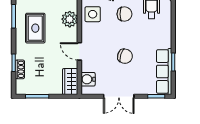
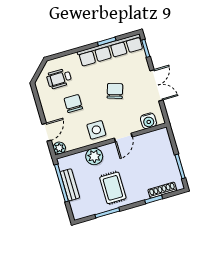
side table: (93, 14) -> (96, 130), moved
rug: (35, 28) -> (113, 188), turned 90
shoe rack: (20, 69) -> (162, 190), width x1.43
row of seats: (164, 71) -> (110, 50), width x1.36
wardrobe: (70, 82) -> (156, 138), removed

